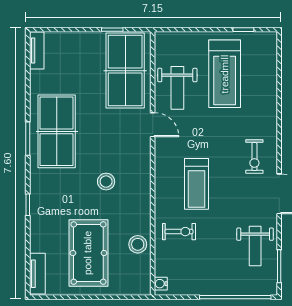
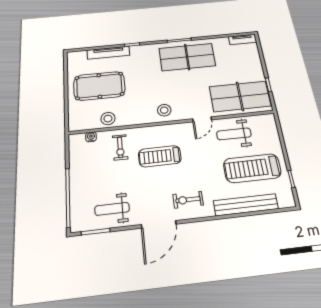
bench: (268, 90) -> (246, 205), added
stool: (106, 182) -> (164, 110), moved
tv unit: (37, 274) -> (108, 53), moved, width x1.41
water cooler: (161, 284) -> (91, 137), moved

